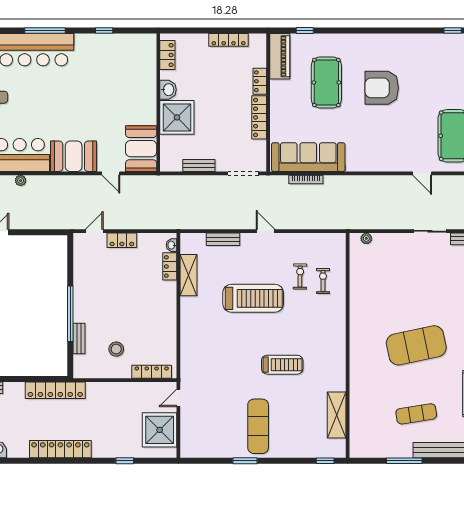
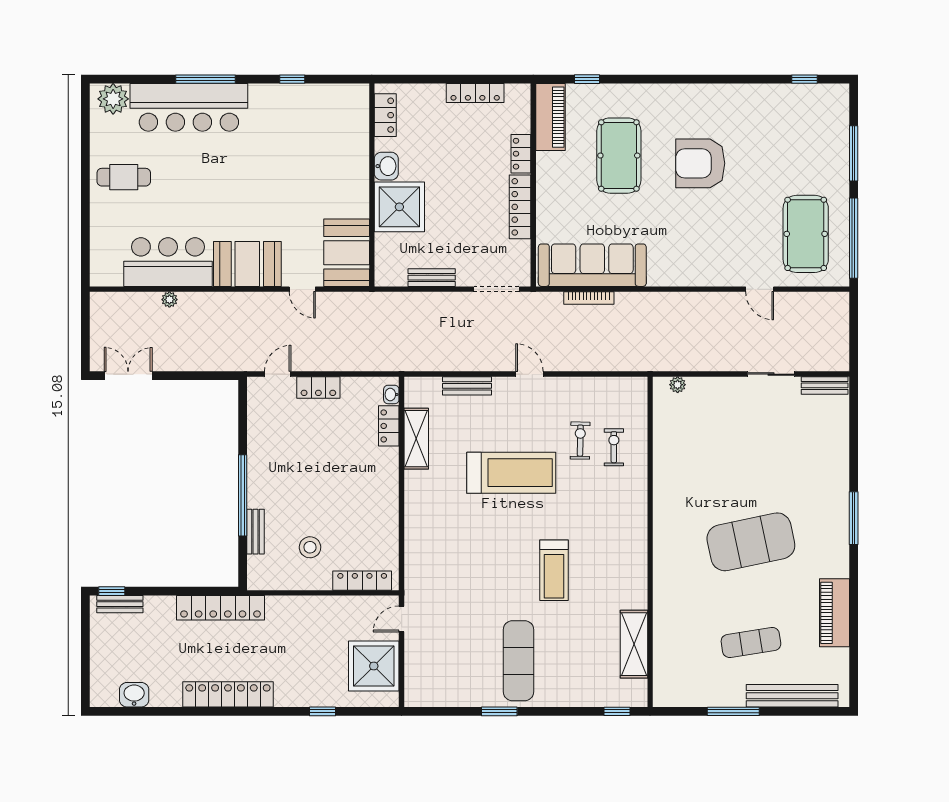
treadmill: (282, 365) -> (554, 570), turned 90

